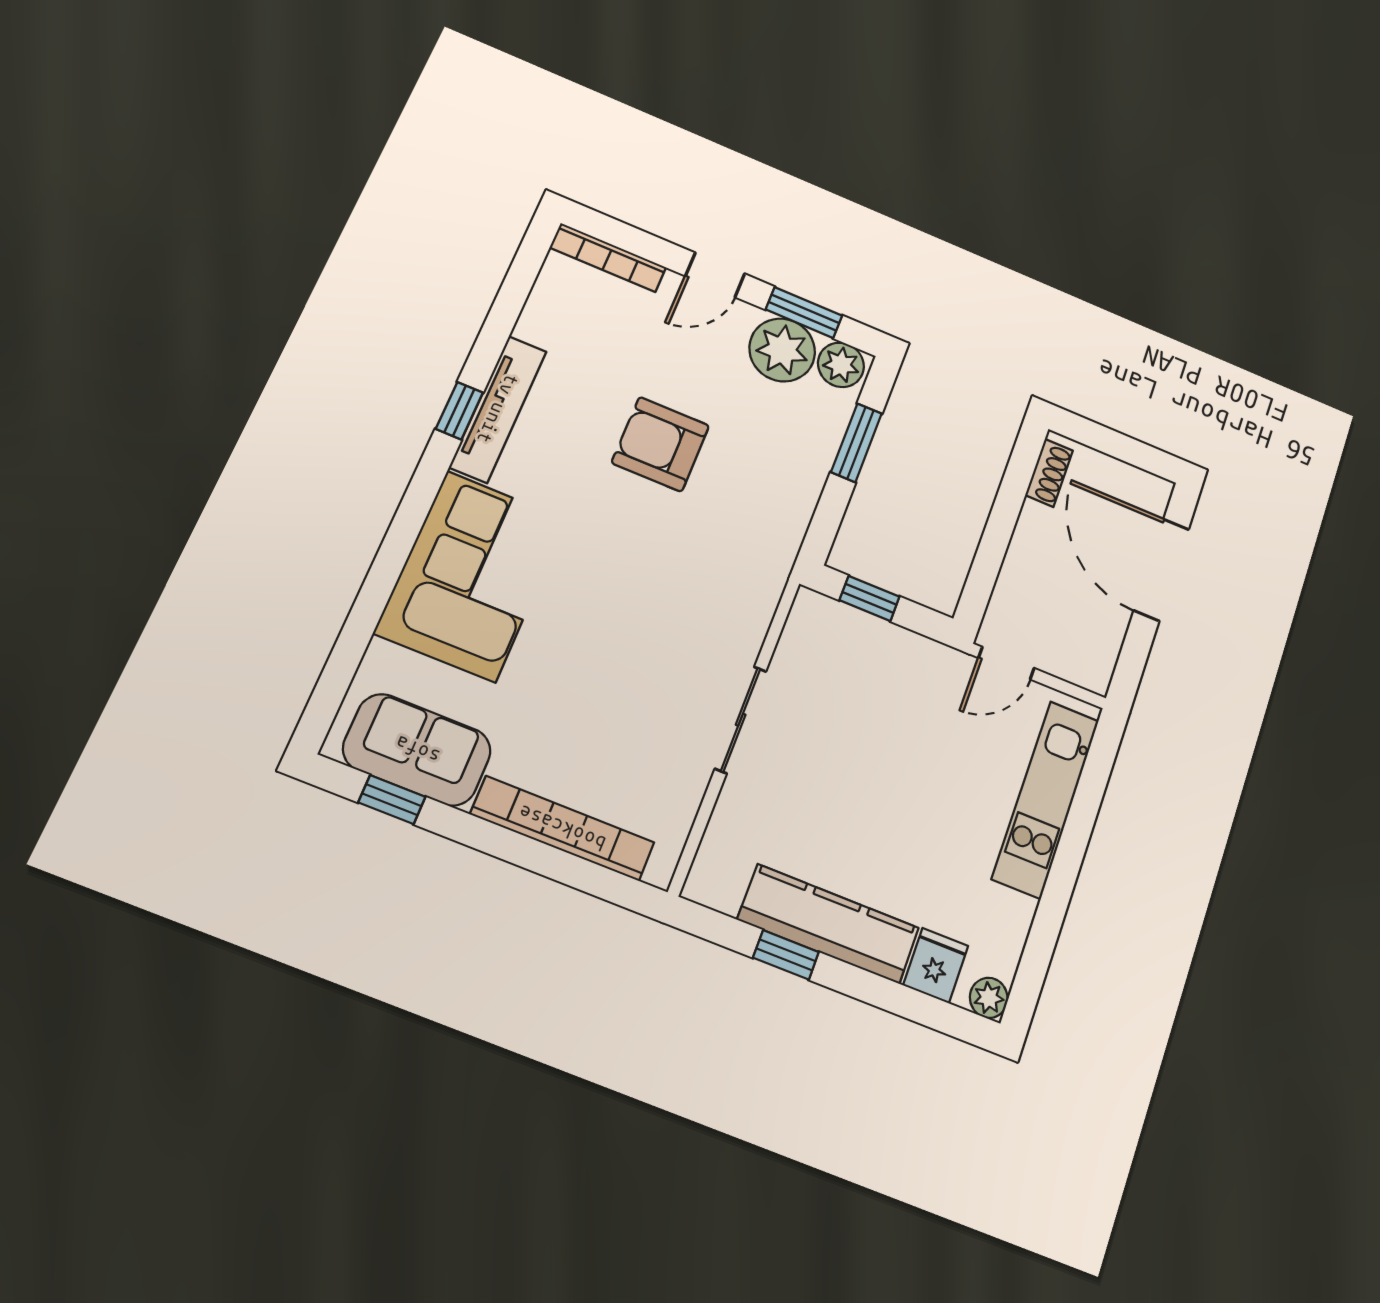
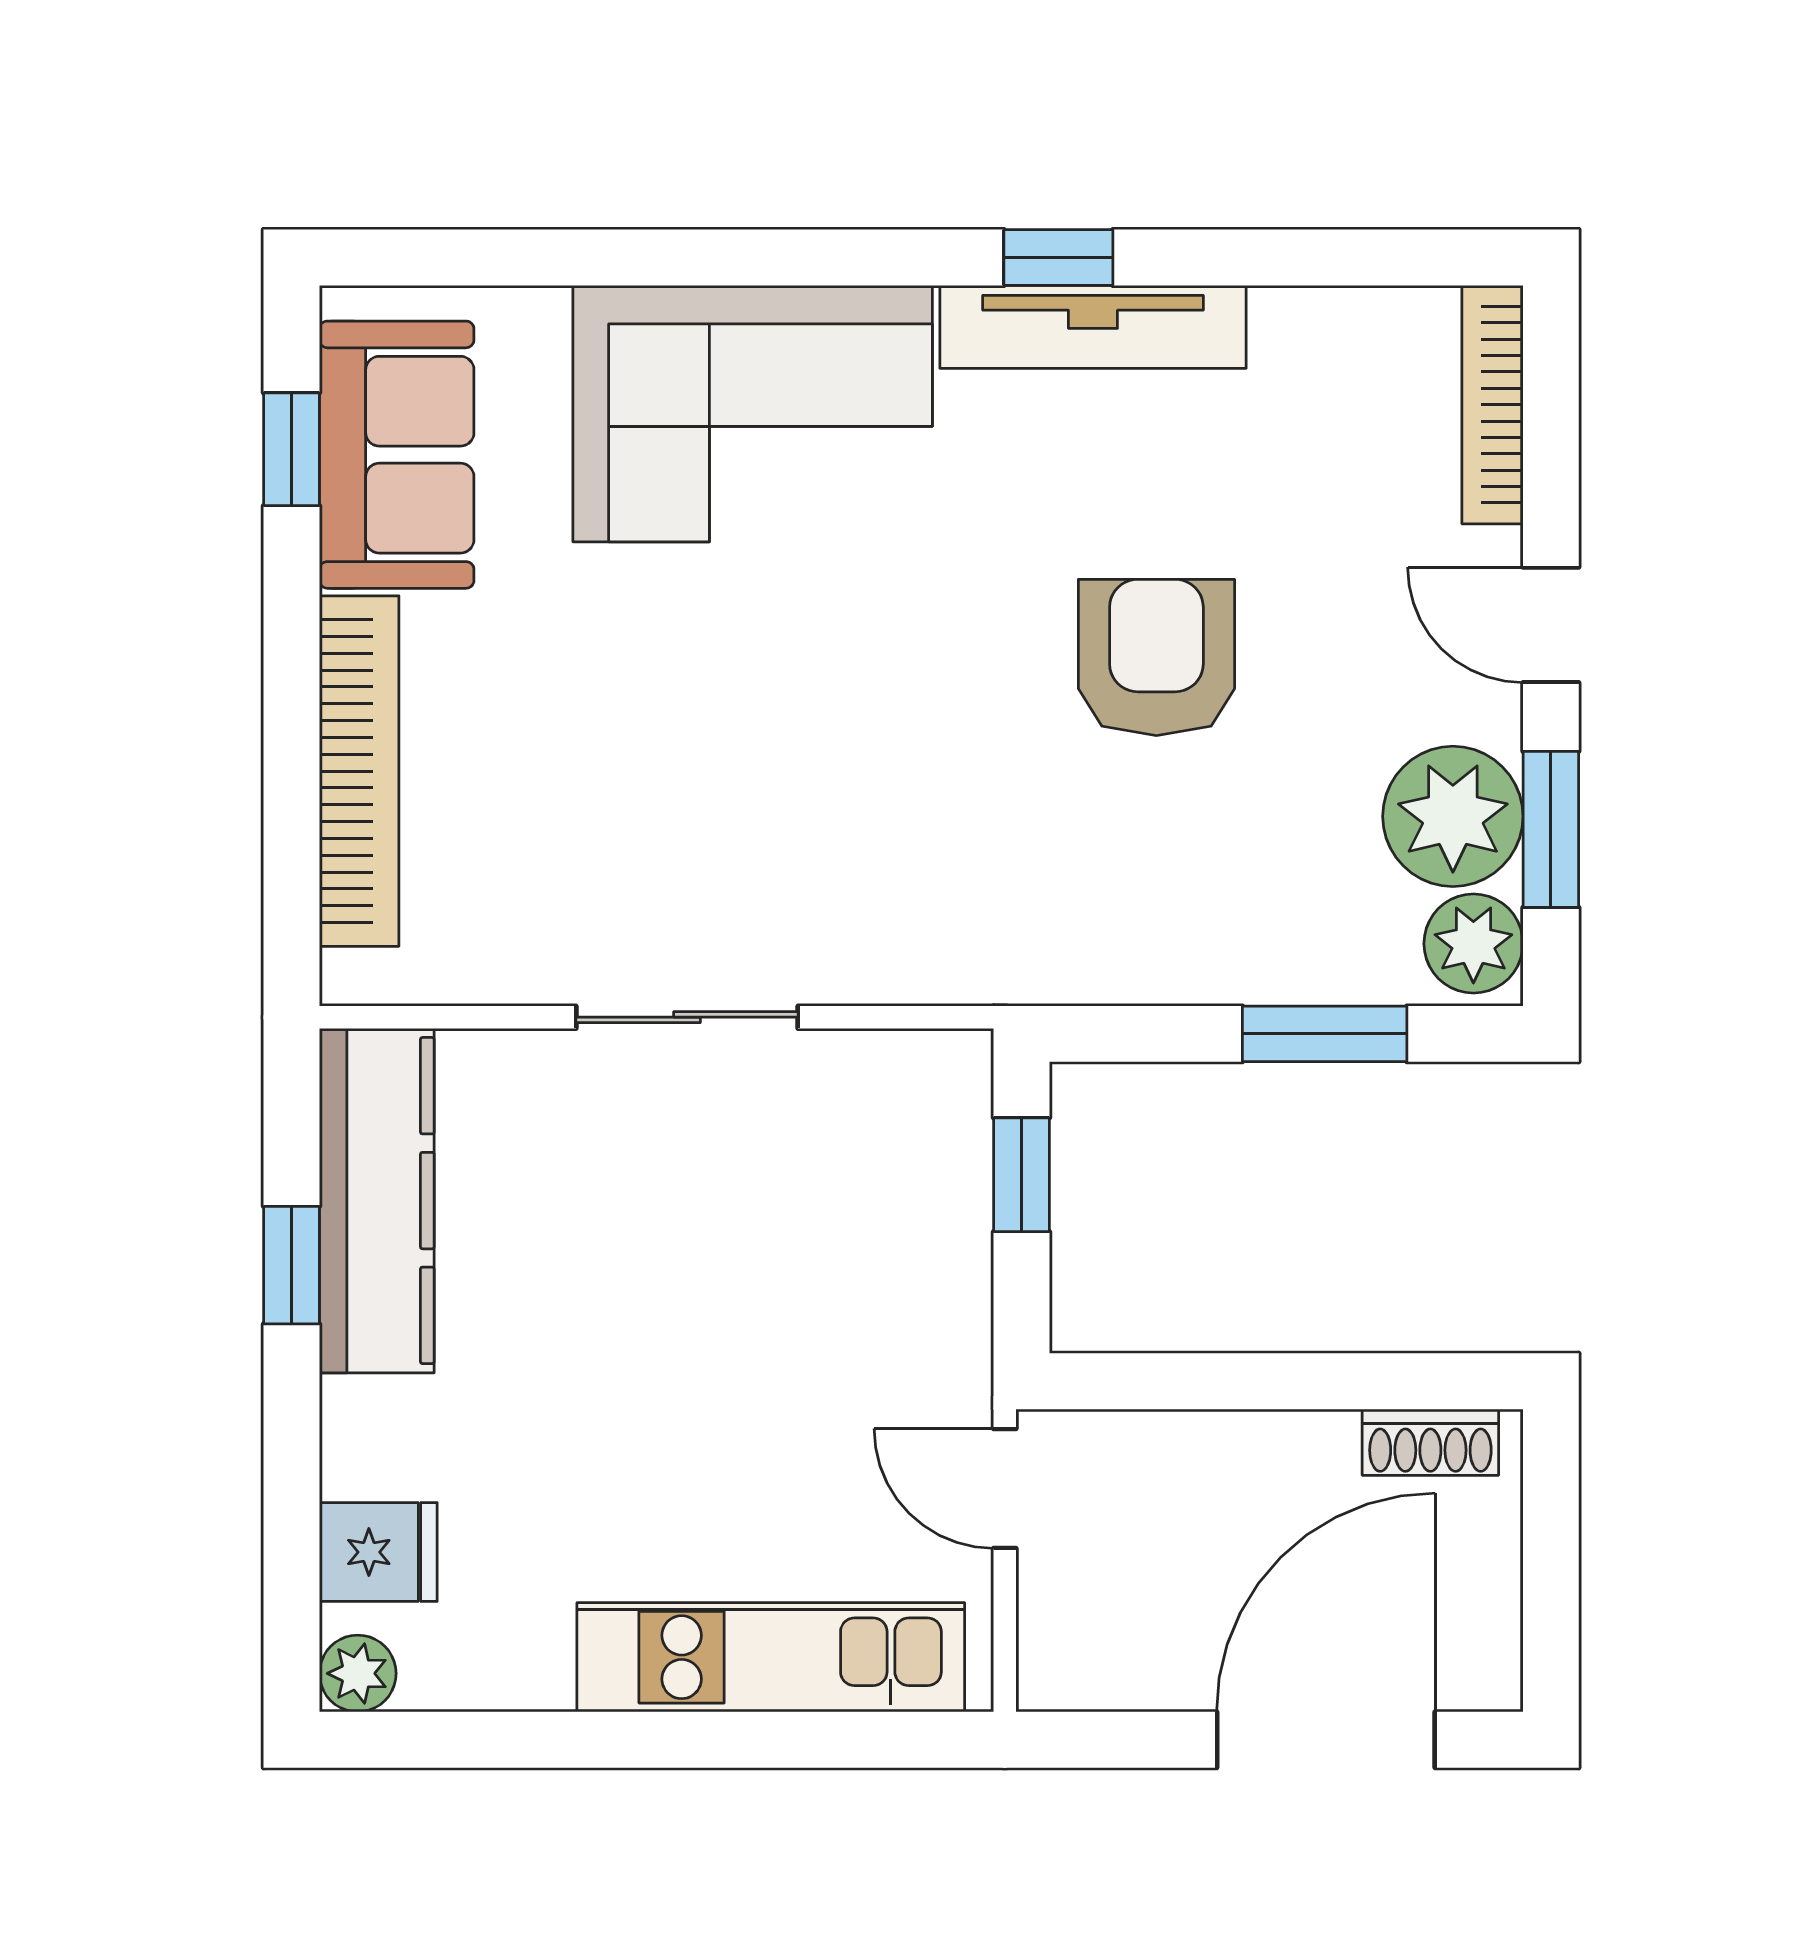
kitchen counter: (828, 924) -> (377, 1201), moved

